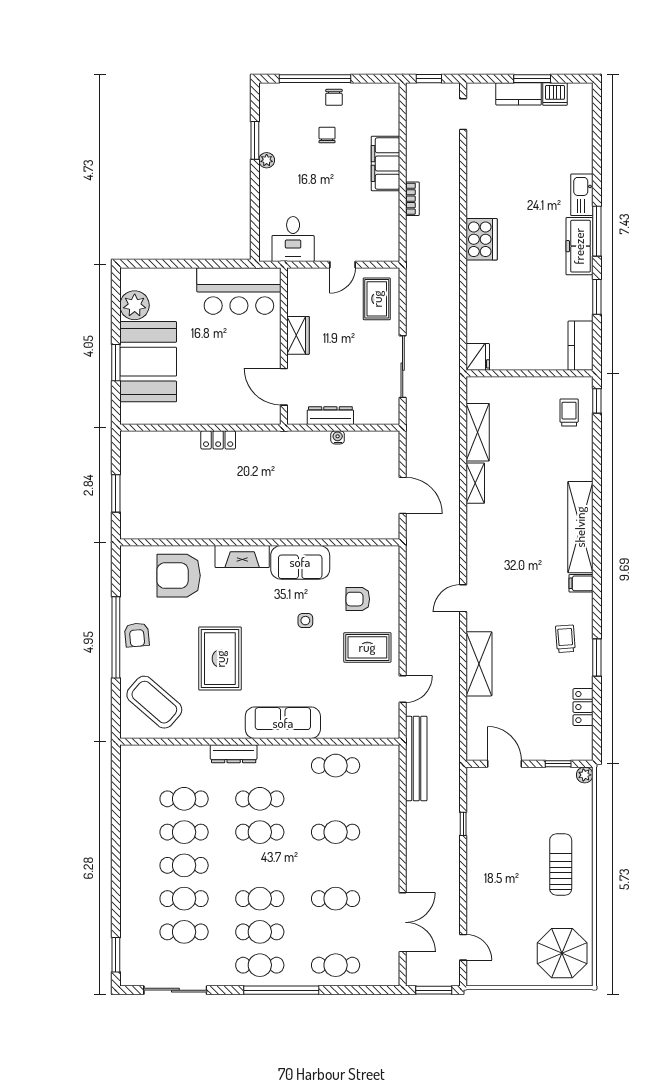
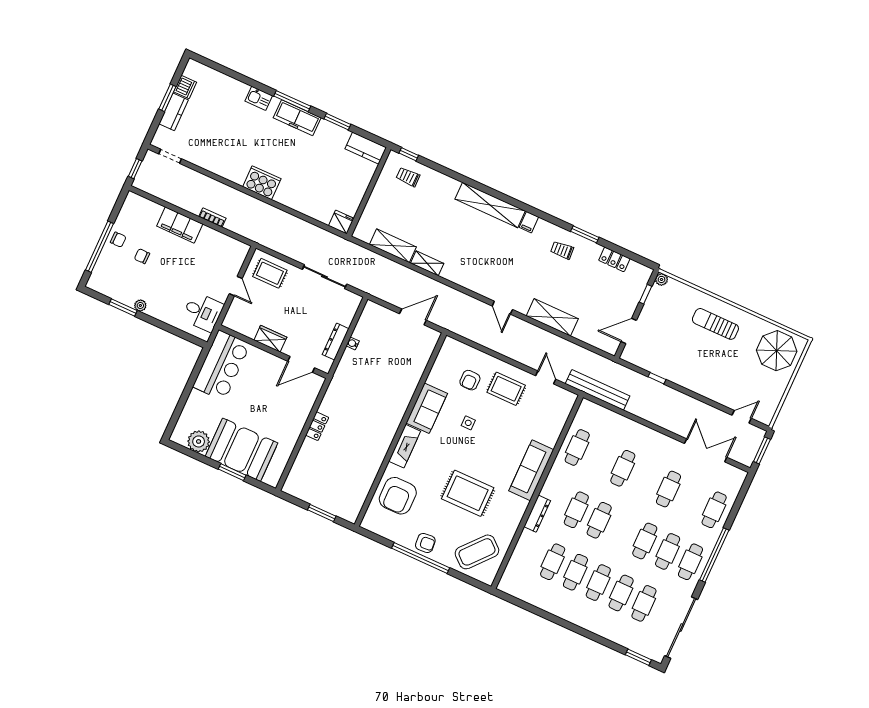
kitchen sink: (582, 195) -> (259, 98), width x0.73
rug: (367, 647) -> (506, 389), turned 90
sliding door: (175, 990) -> (681, 628), width x1.36

